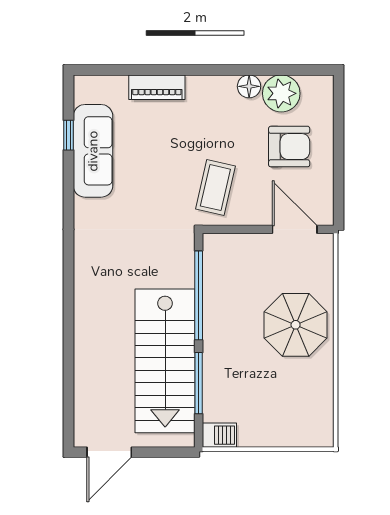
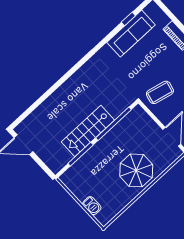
stairs: (165, 361) -> (88, 131), width x0.73, depth x0.66
barbecue: (219, 435) -> (92, 206), moved

